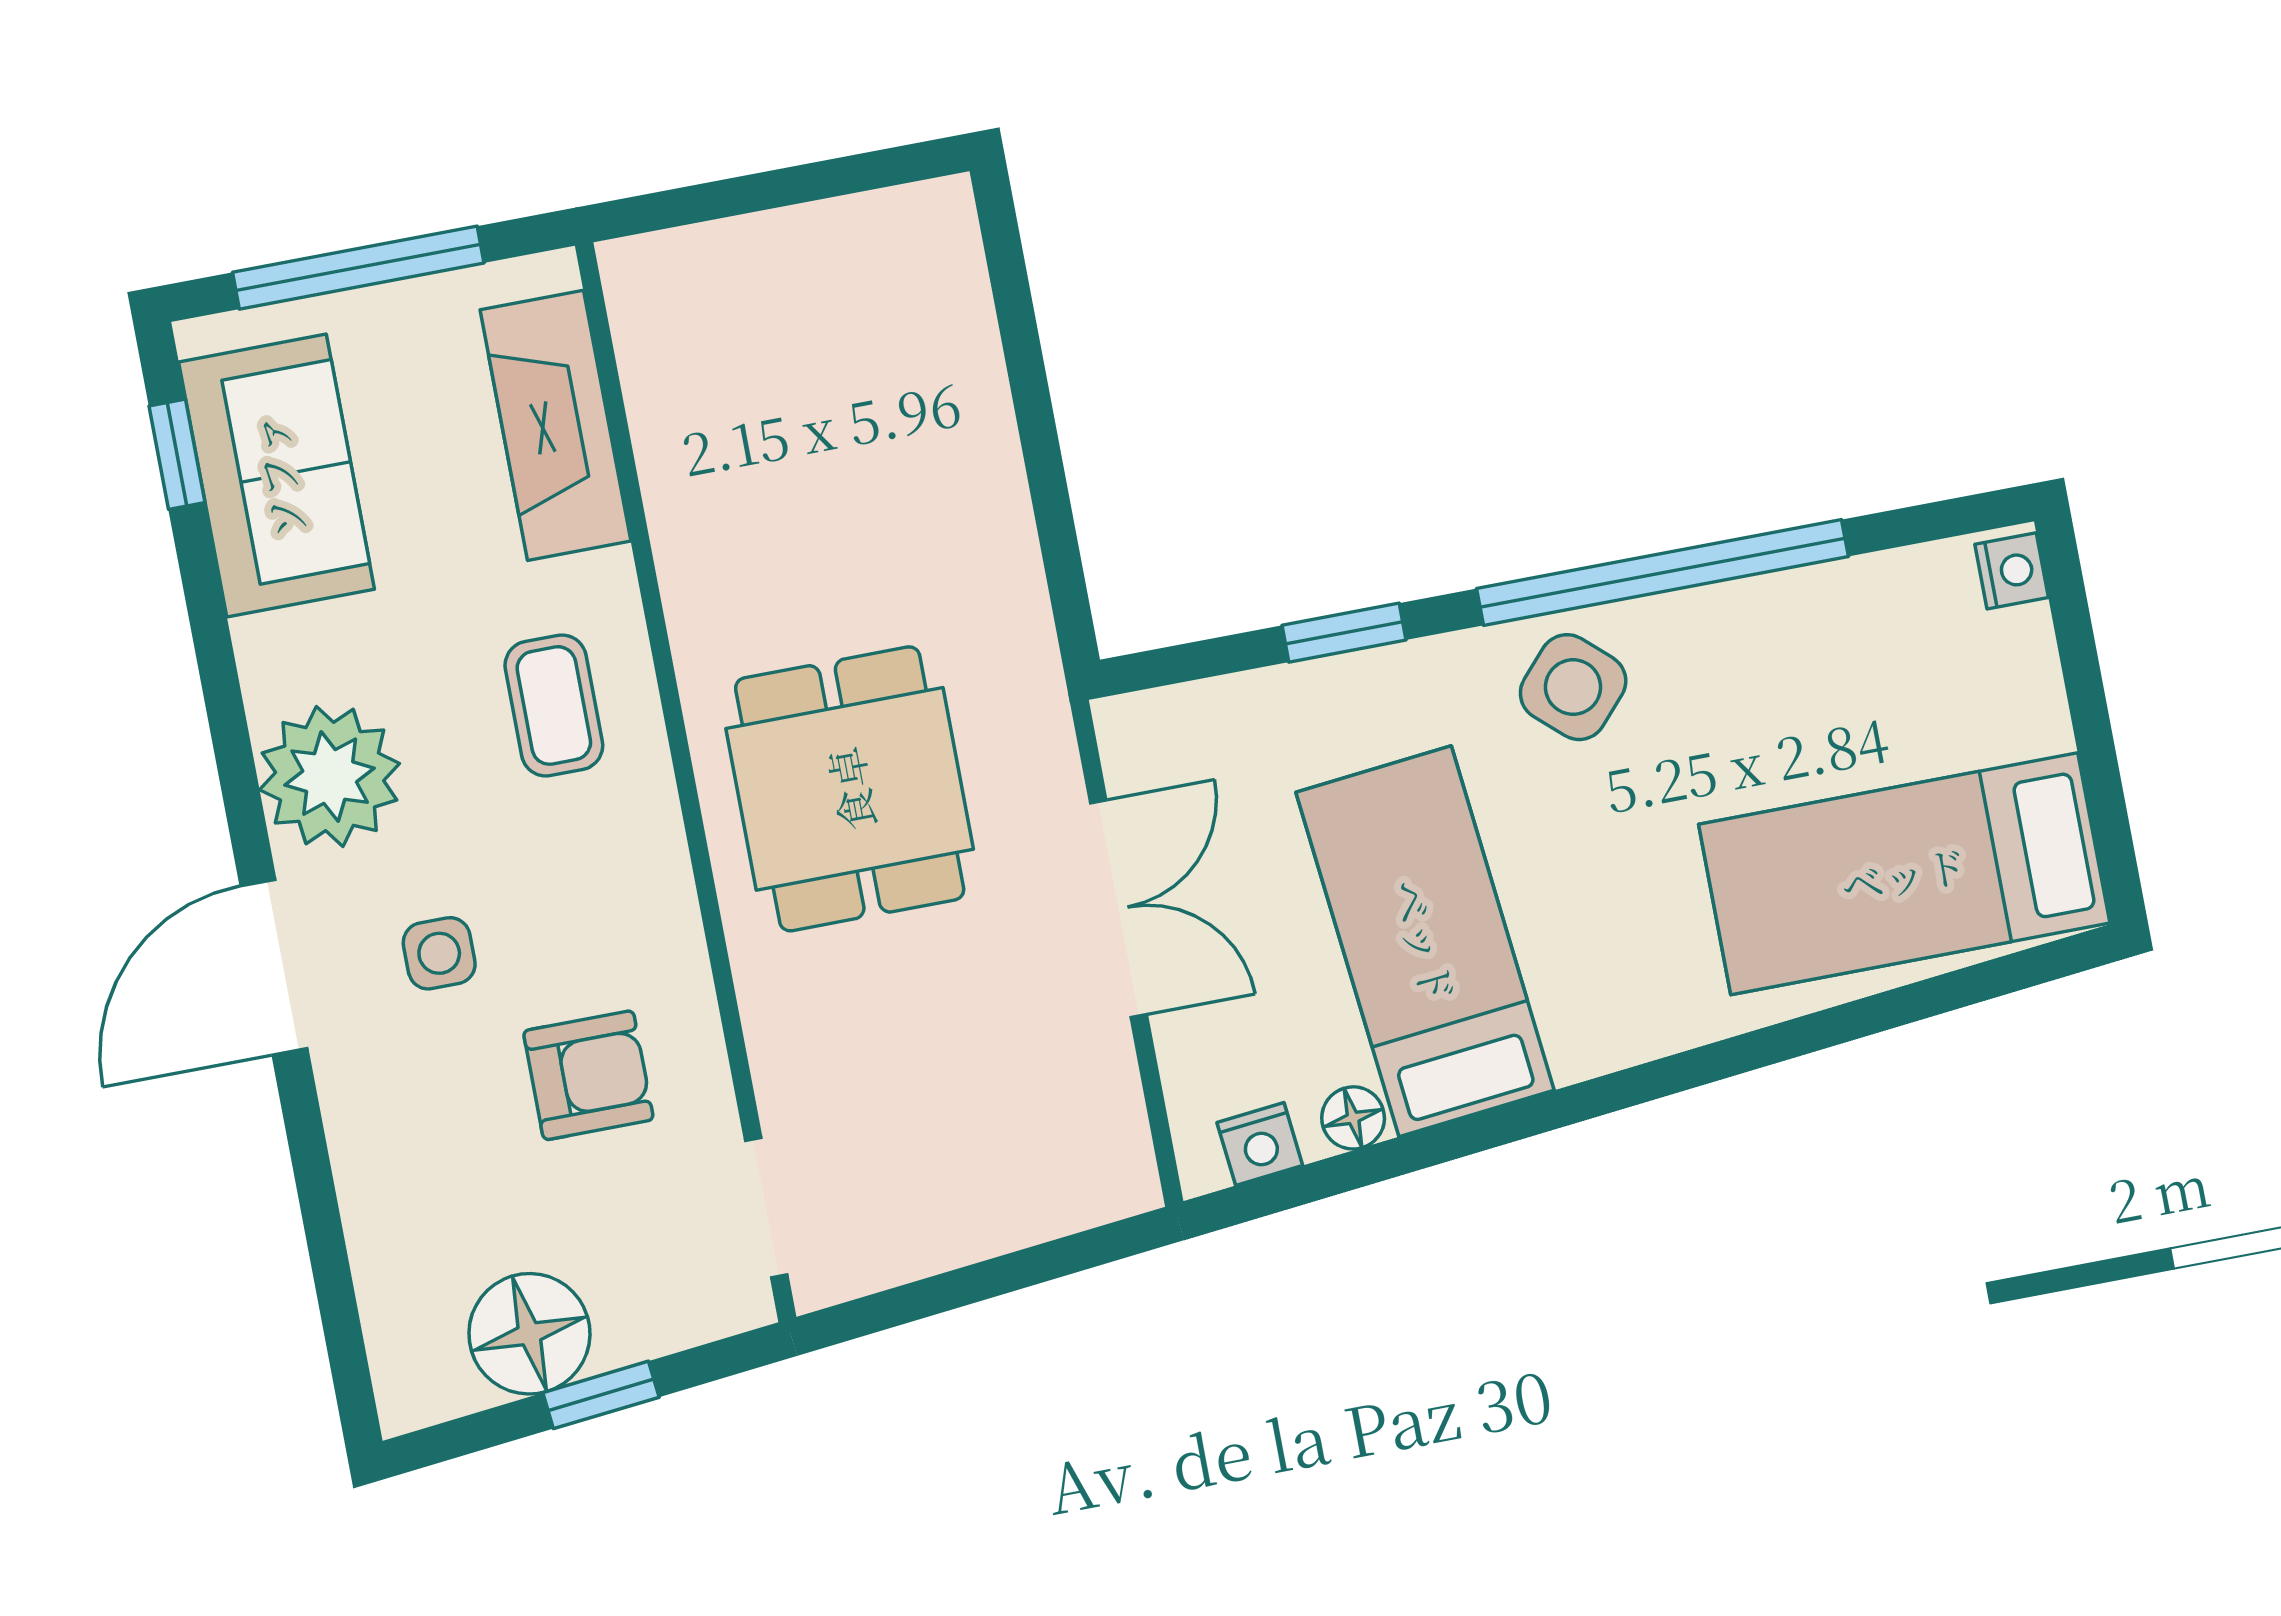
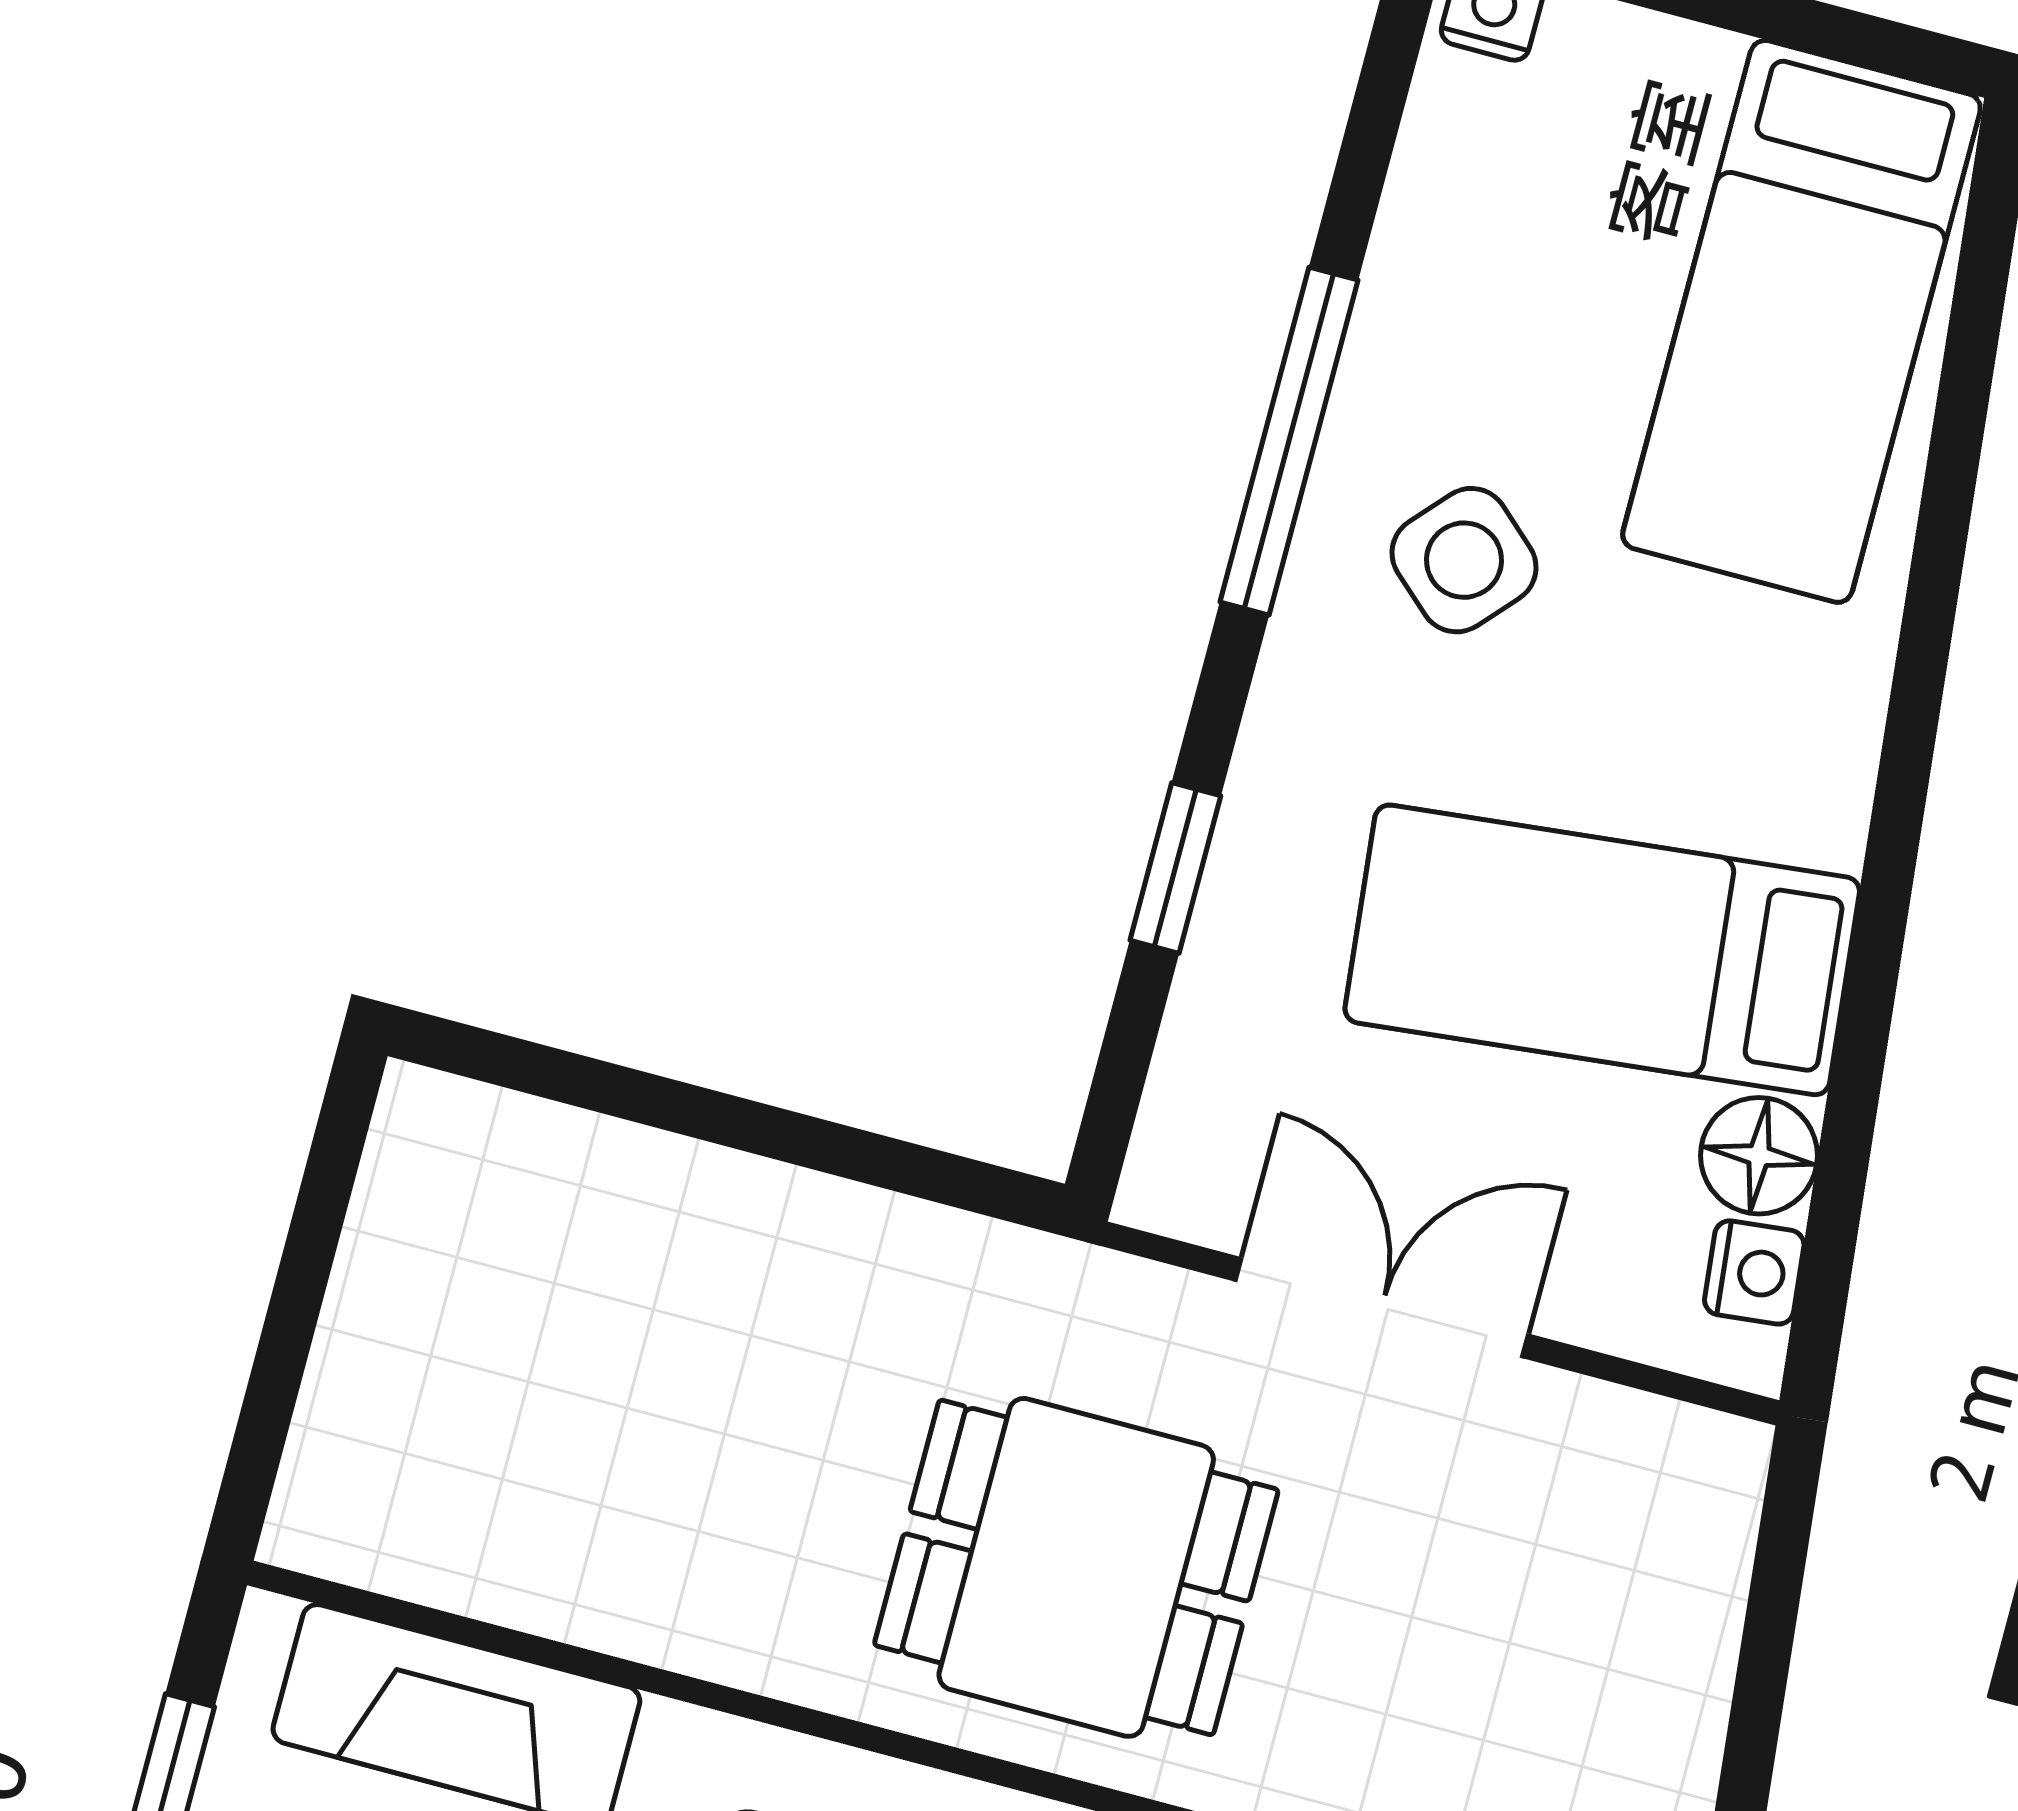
window: (1663, 573) -> (1289, 441), width x0.68
side table: (1573, 687) -> (1464, 560), moved
floor lamp: (1353, 1118) -> (1759, 1156), width x1.37, depth x1.37

